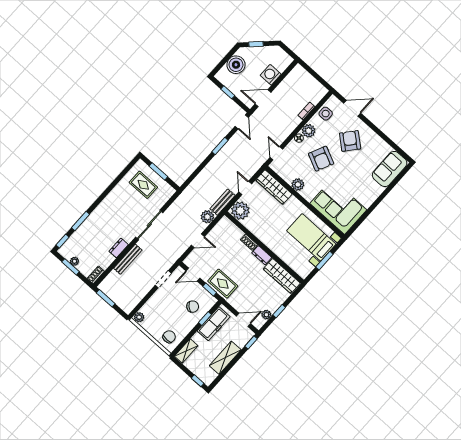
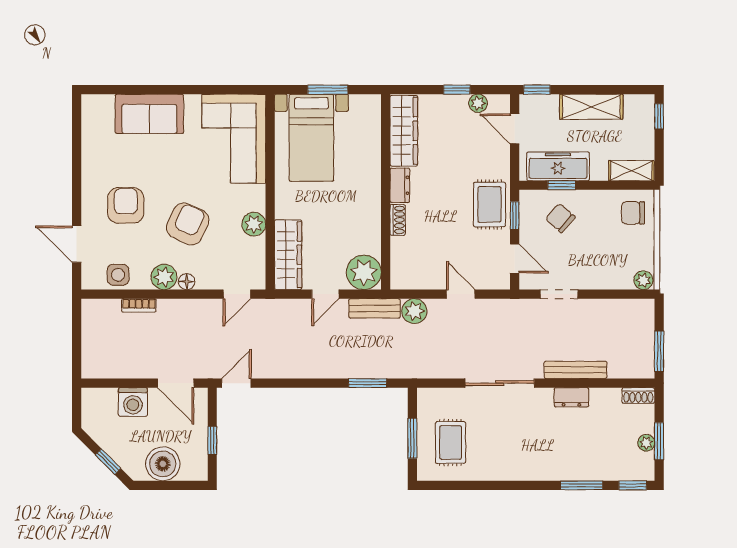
armchair: (350, 141) -> (126, 205), turned 140
window: (220, 146) -> (368, 383), moved
sofa: (390, 169) -> (149, 114), moved

